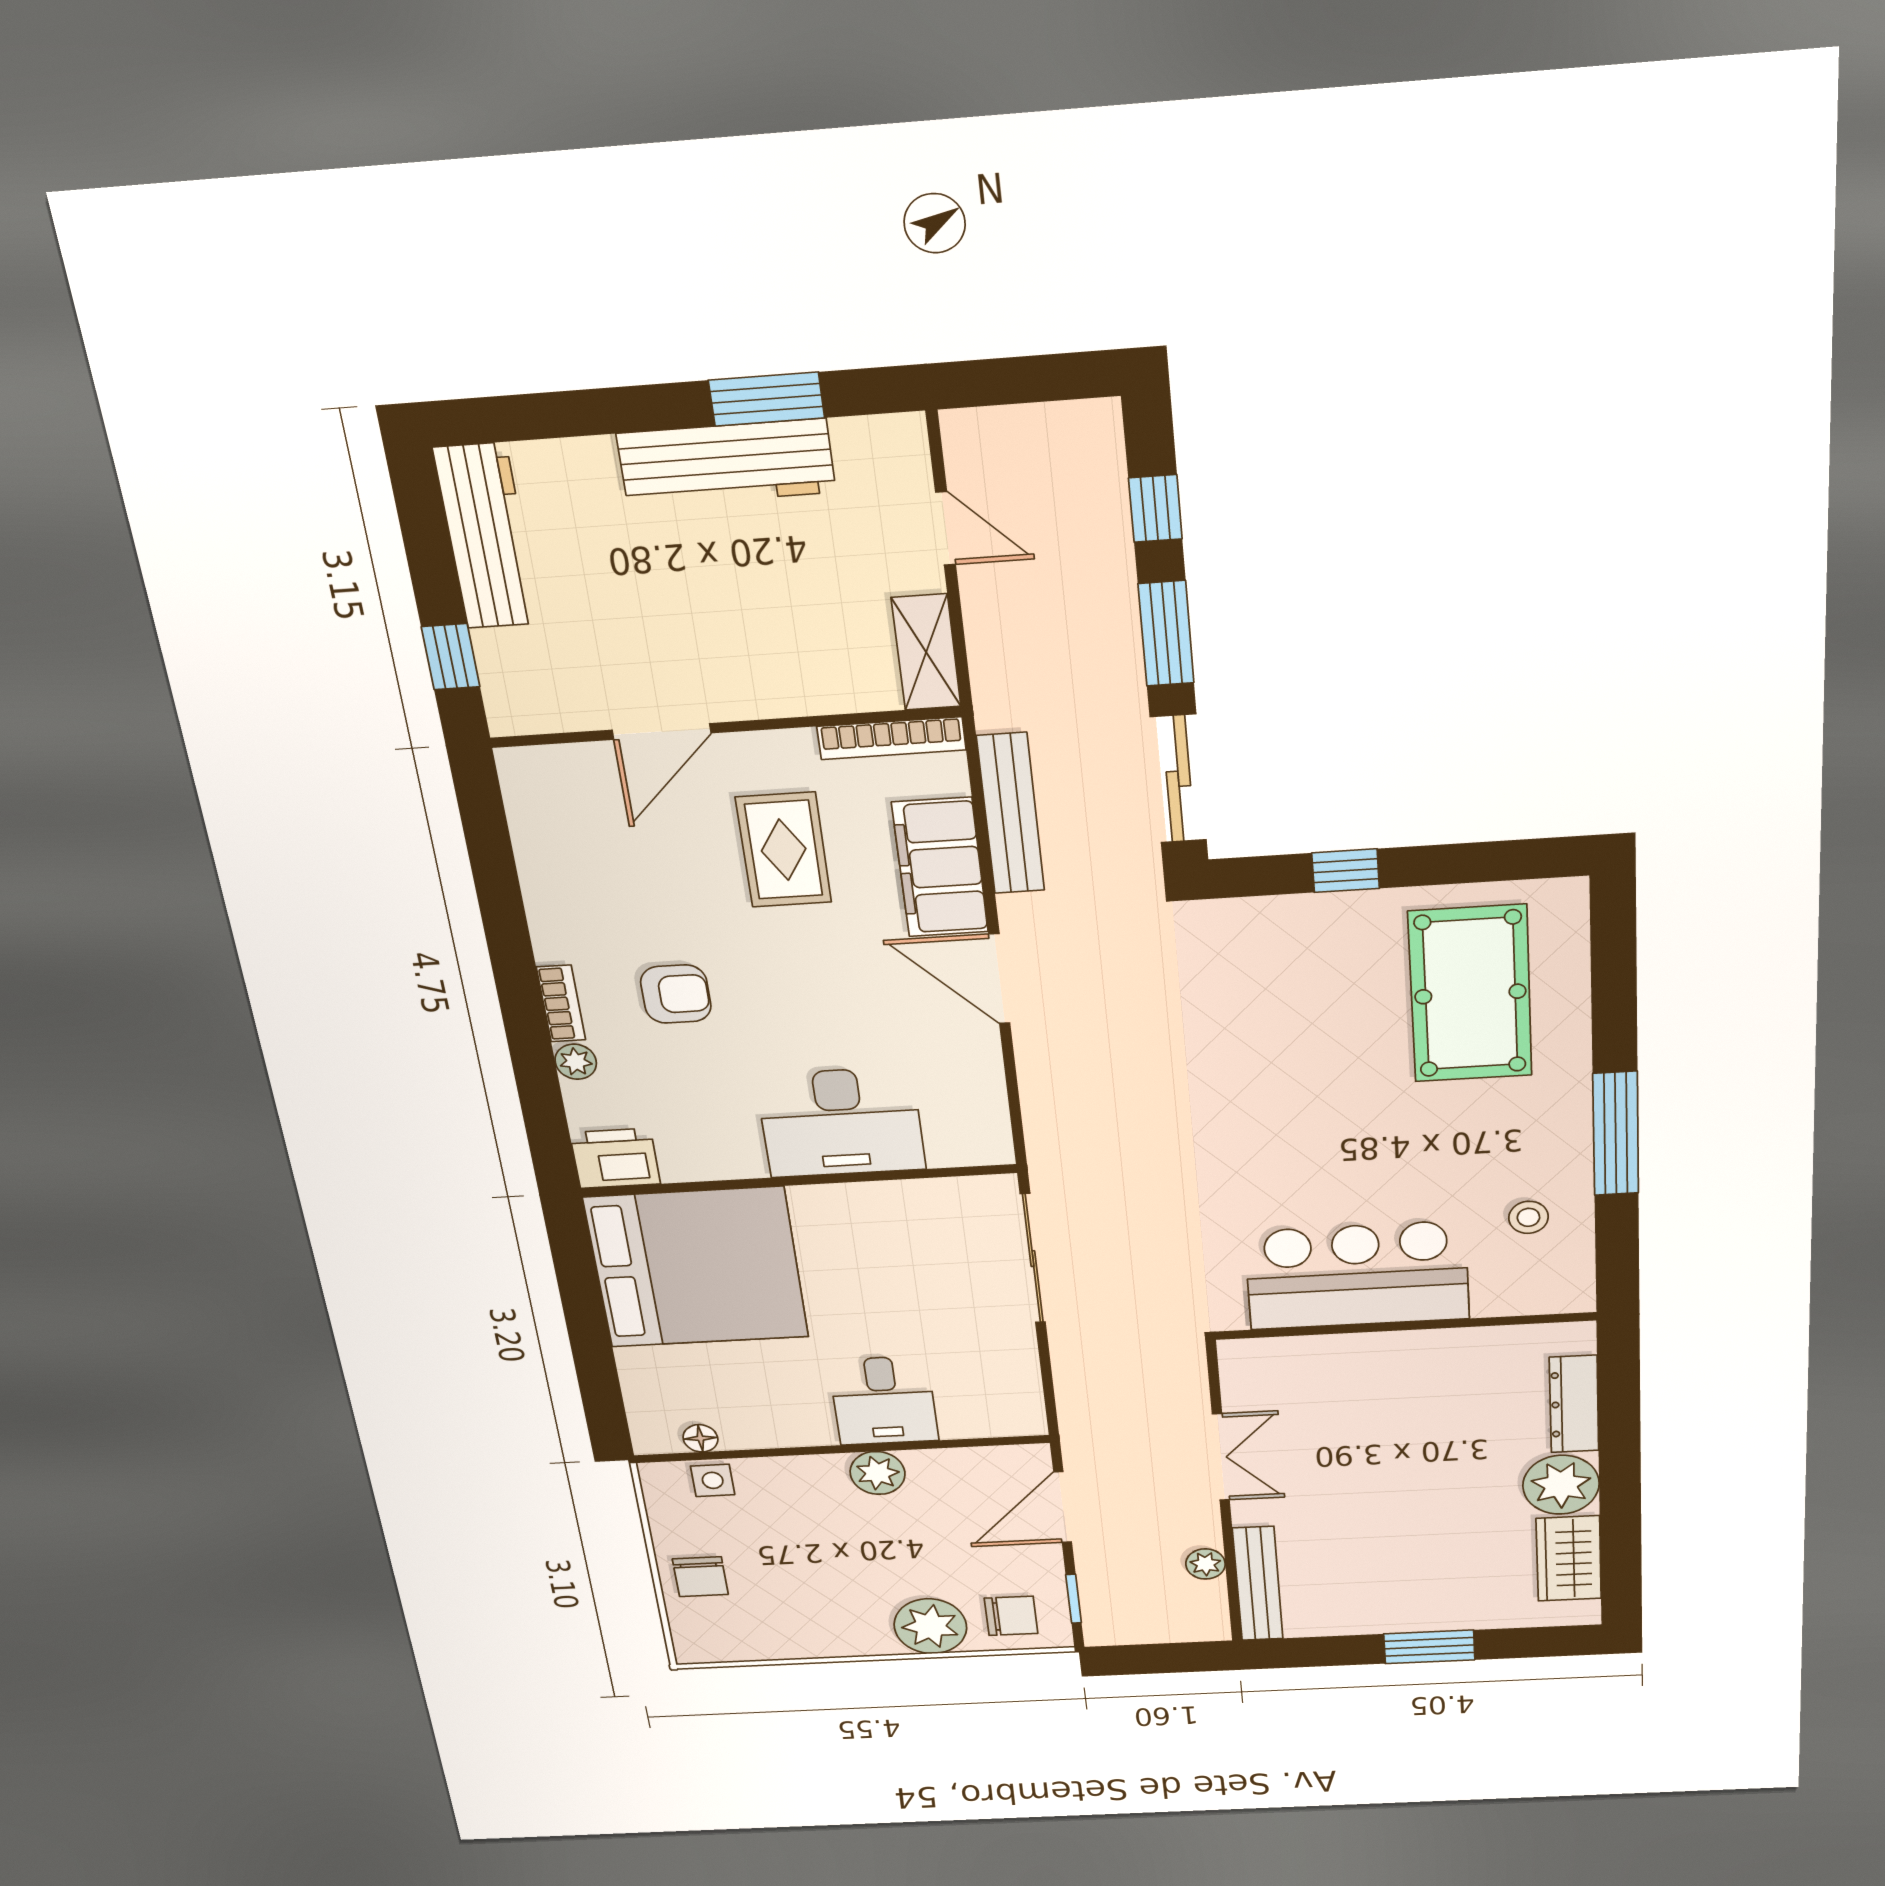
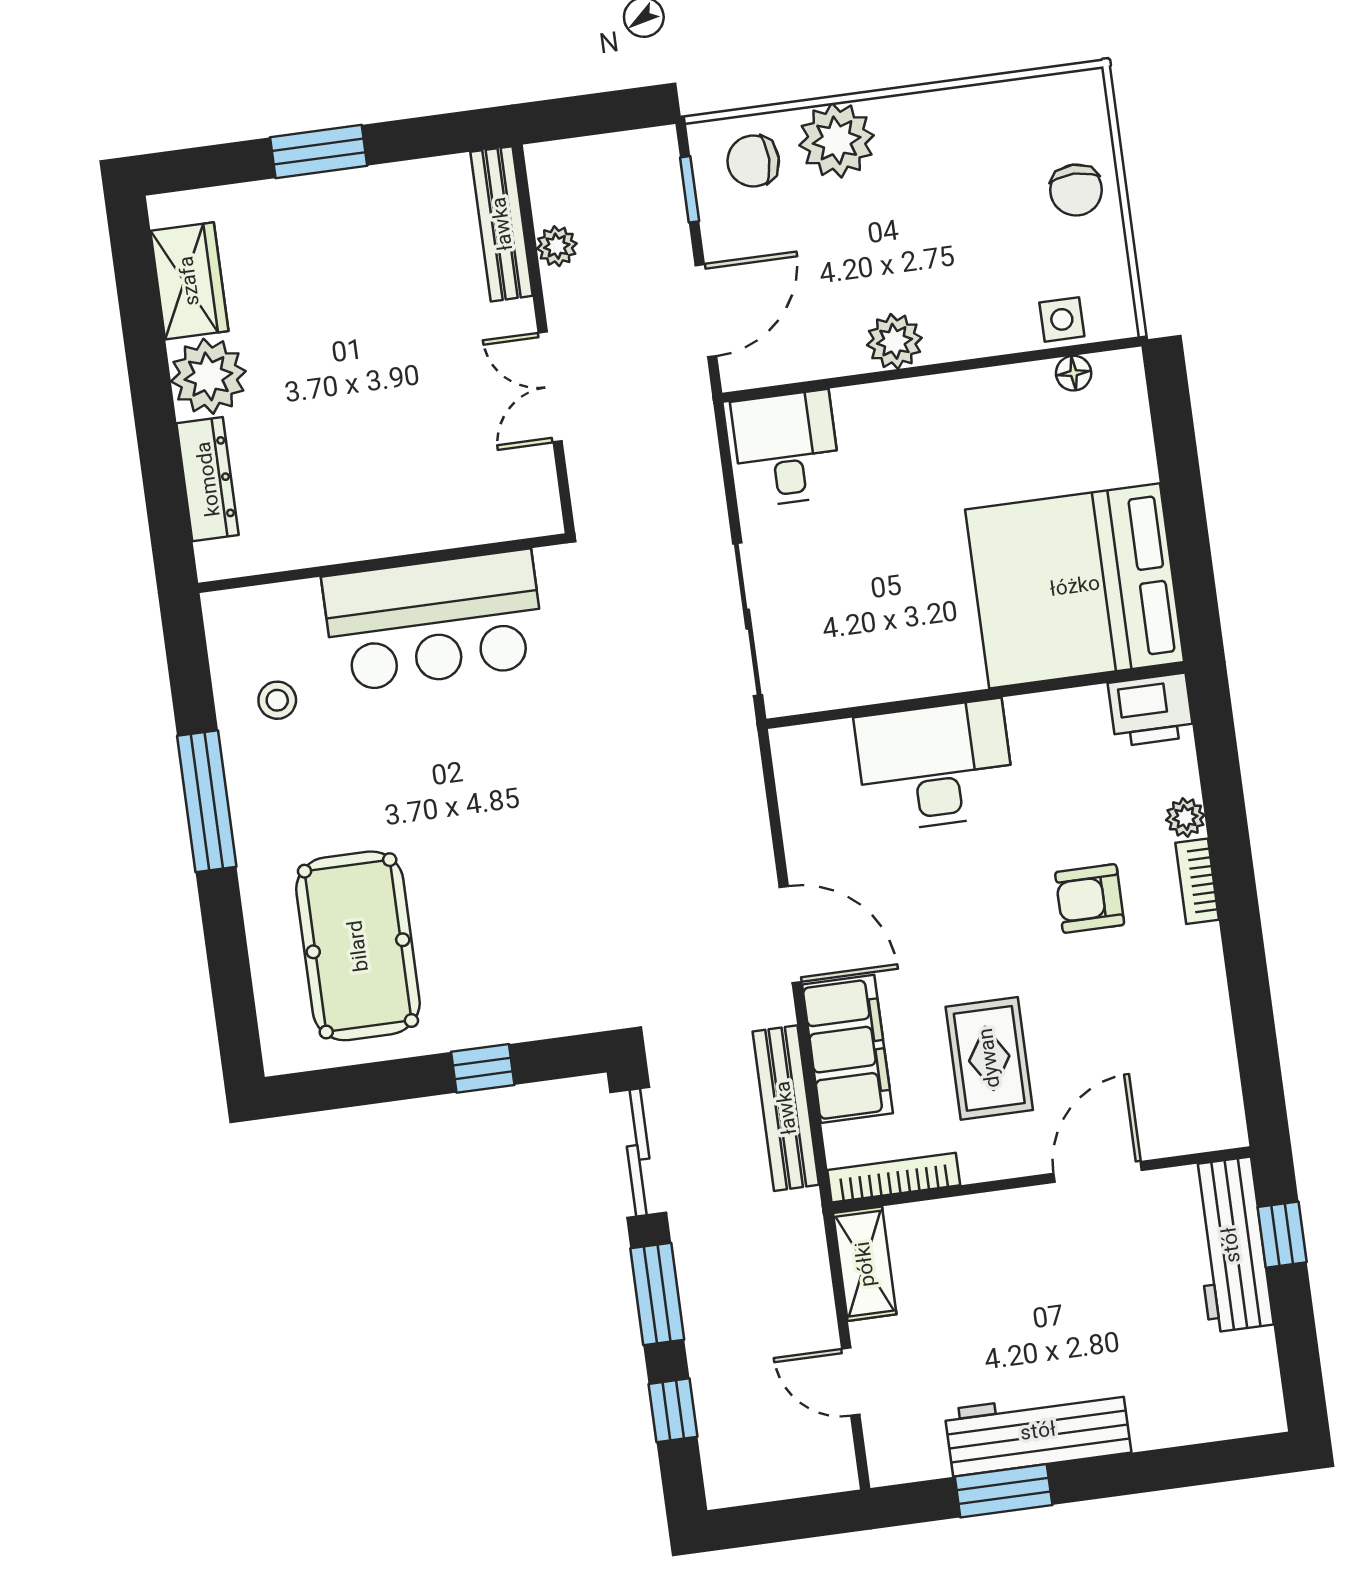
workbench: (487, 536) -> (1231, 1245), moved
desk: (884, 1401) -> (786, 448), moved
chair: (700, 1577) -> (1076, 190), turned 180

